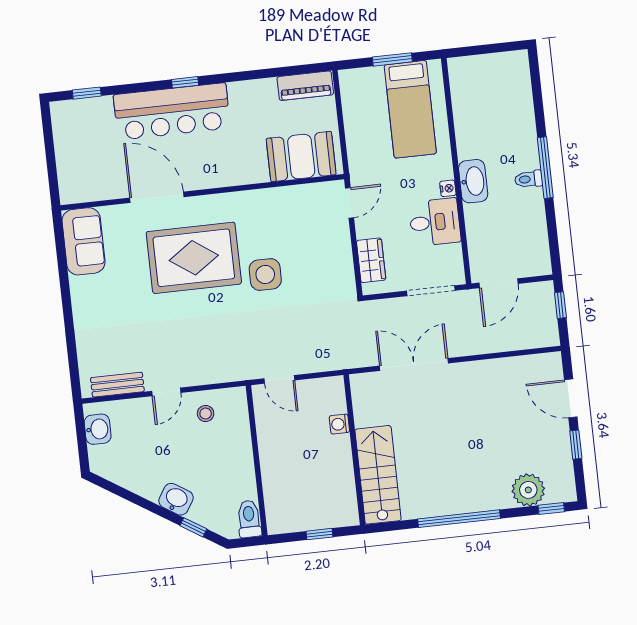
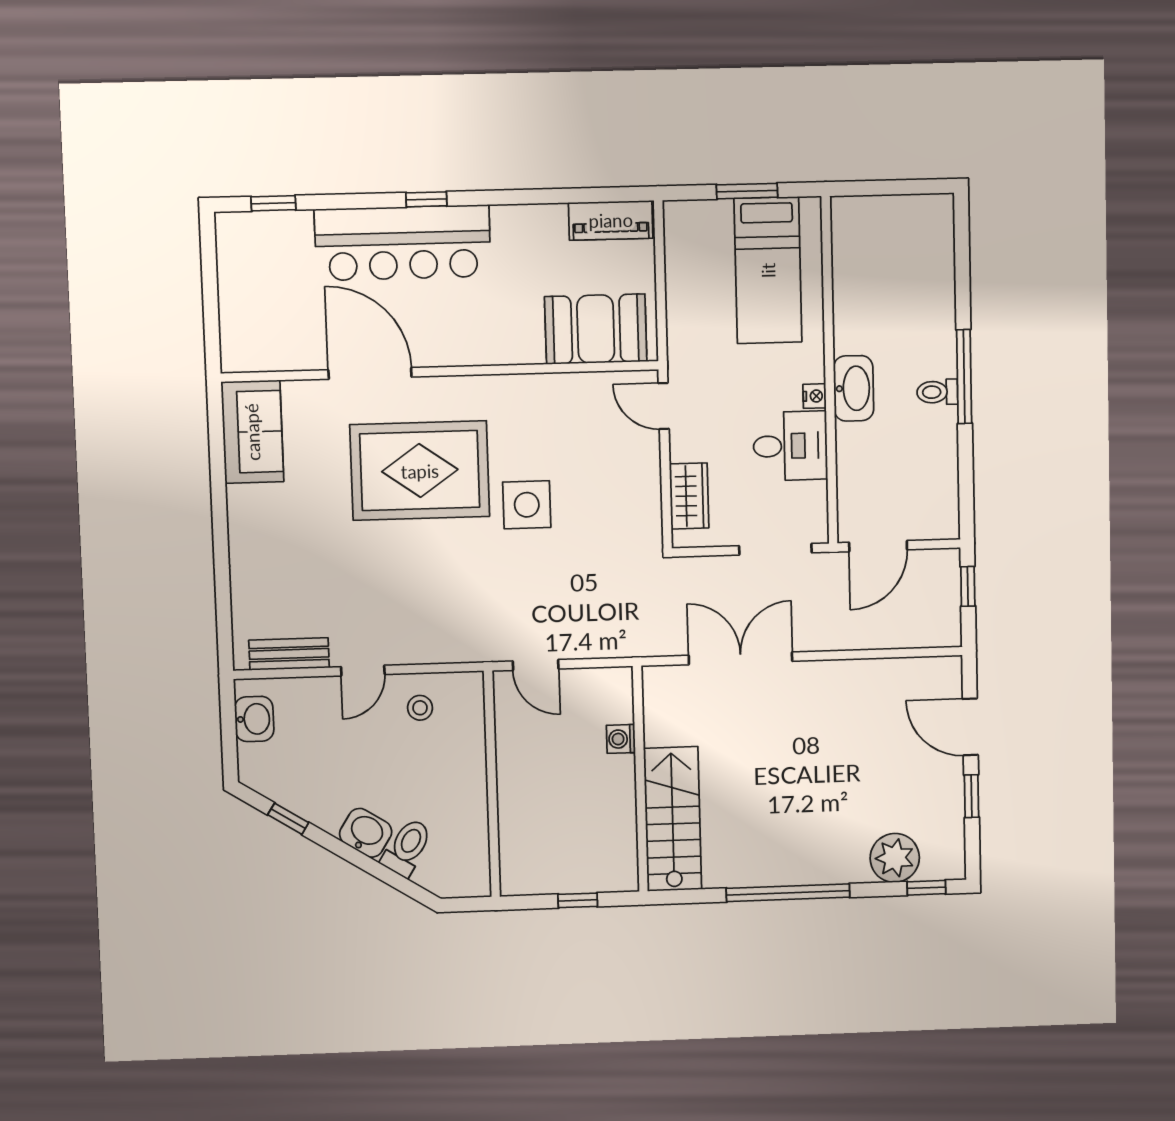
door: (350, 203) -> (664, 406), swing flipped
toilet: (249, 519) -> (407, 847), moved, turned 32
window: (193, 527) -> (288, 819), moved

